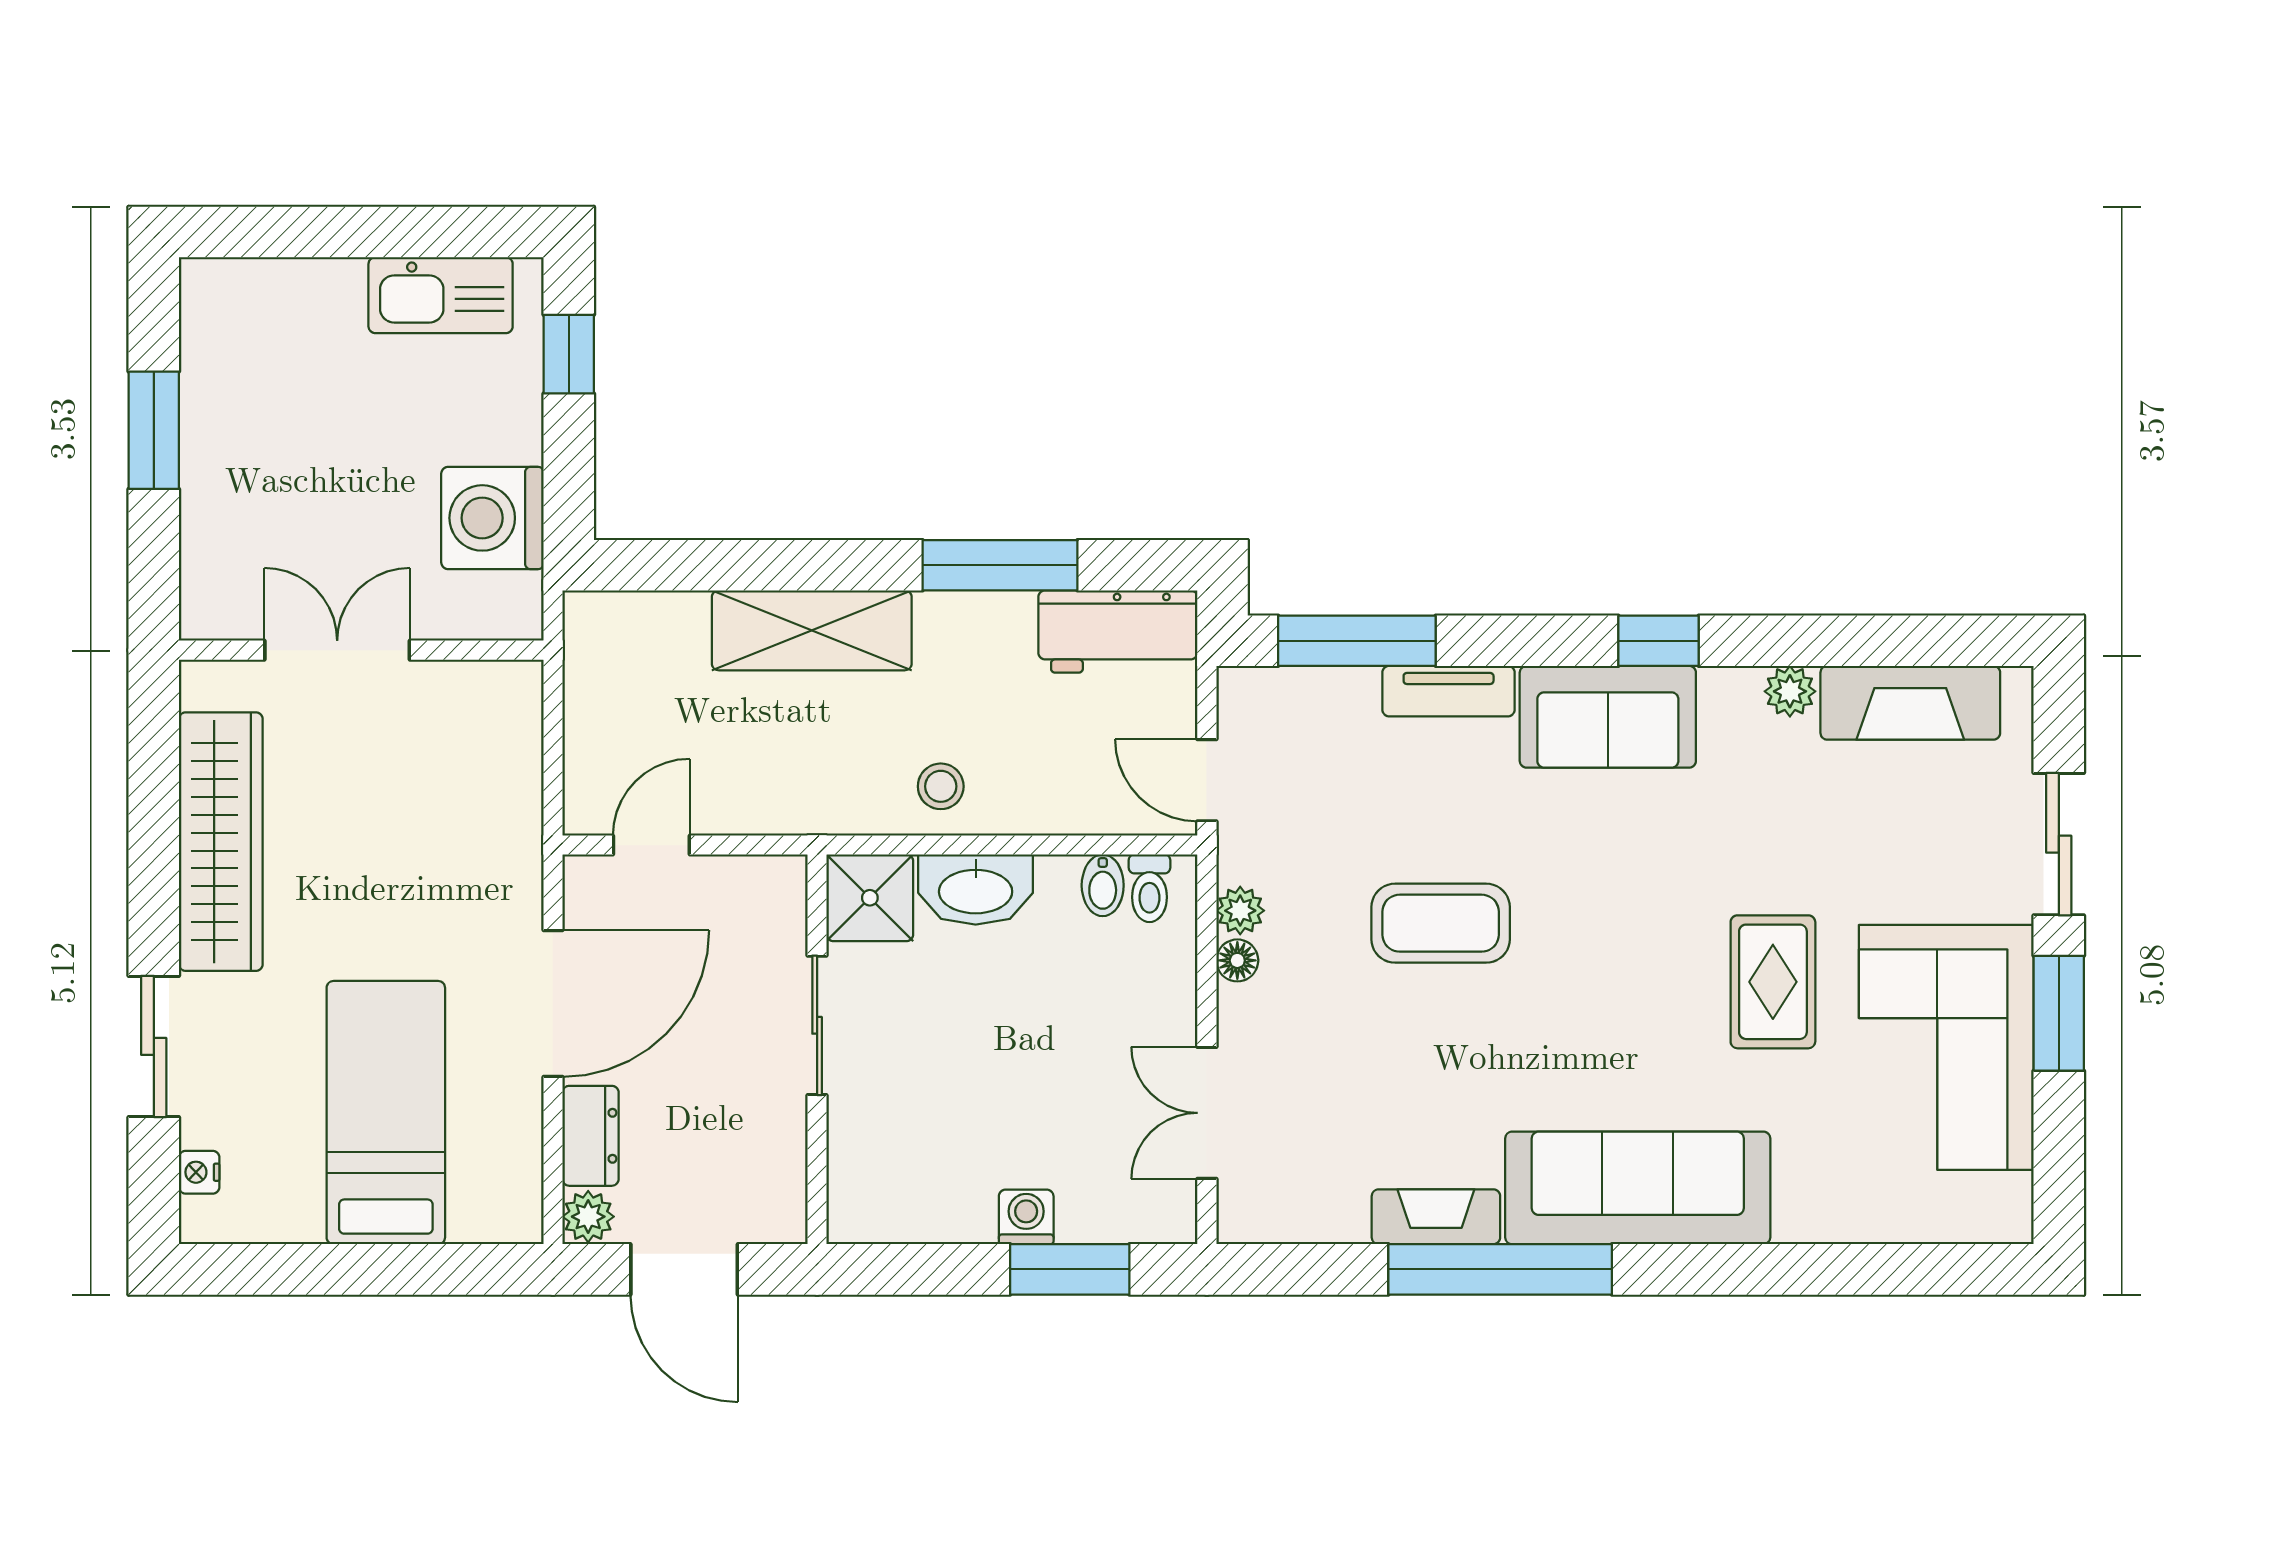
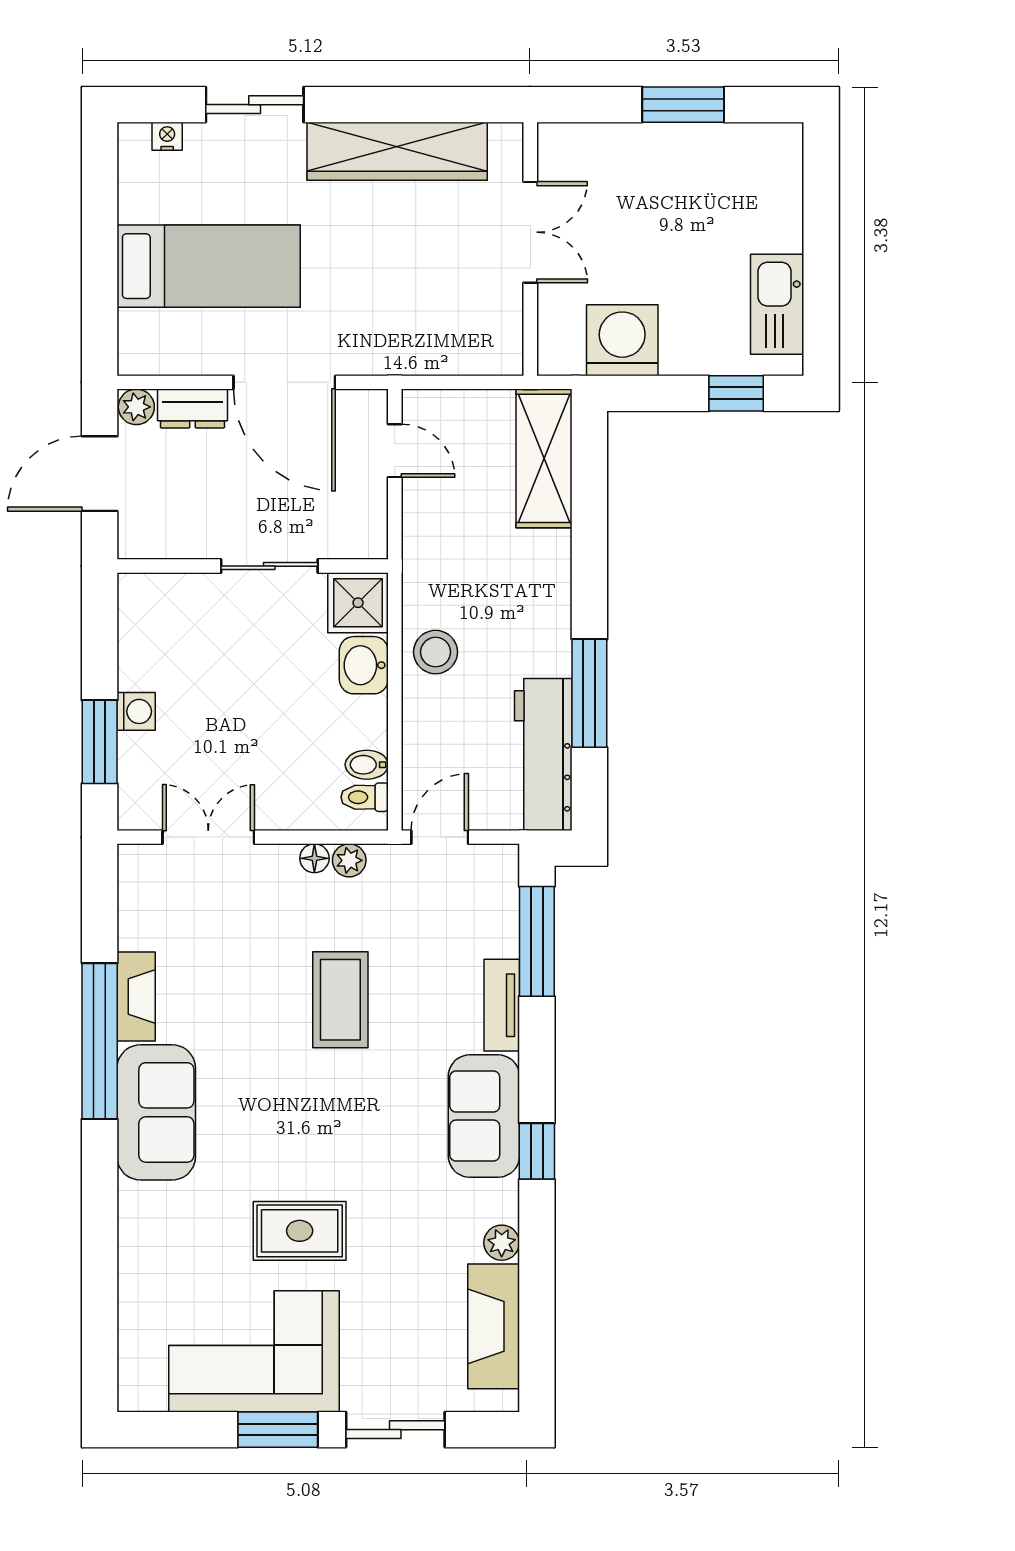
shelving: (812, 630) -> (544, 458), moved
workbench: (1118, 631) -> (543, 754), width x1.38
stool: (941, 786) -> (436, 652), width x1.37, depth x1.37
washbasin: (976, 889) -> (364, 665), width x0.72
sofa: (1638, 1188) -> (156, 1112), width x0.73

